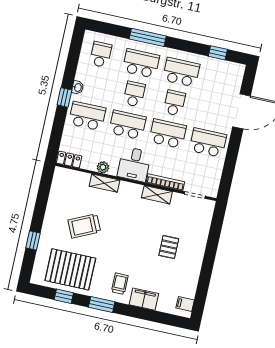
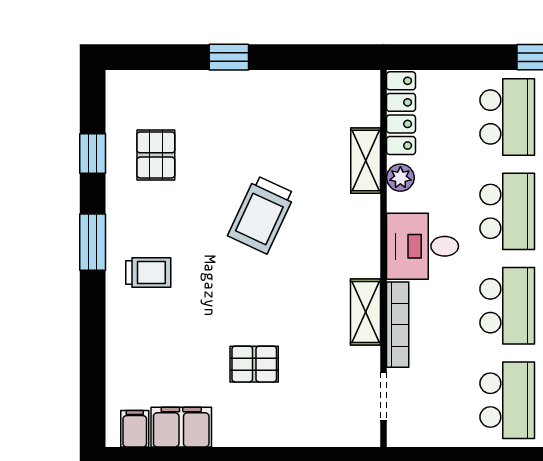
locker: (69, 160) -> (401, 113), width x1.53
shelving: (105, 183) -> (366, 161), moved
trolley: (84, 226) -> (261, 215), moved, turned -130
window: (33, 240) -> (229, 57), moved
pallet: (70, 269) -> (156, 155), width x0.49, depth x0.50
filing cabinet: (144, 299) -> (181, 427), moved, turned -90

